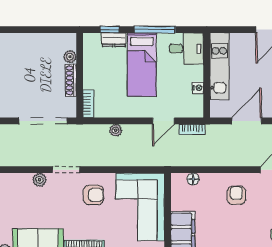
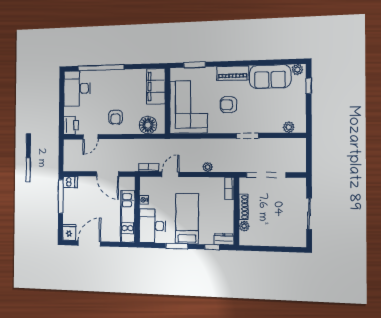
window: (155, 30) -> (177, 246), width x0.69
dresser: (114, 40) -> (224, 239), moved
desk: (186, 49) -> (153, 226), width x1.37
door: (247, 121) -> (108, 174), hinge flipped
floor lamp: (193, 179) -> (148, 125), width x1.89, depth x1.89
plant: (40, 180) -> (289, 127), moved
armchair: (93, 195) -> (229, 105), moved

